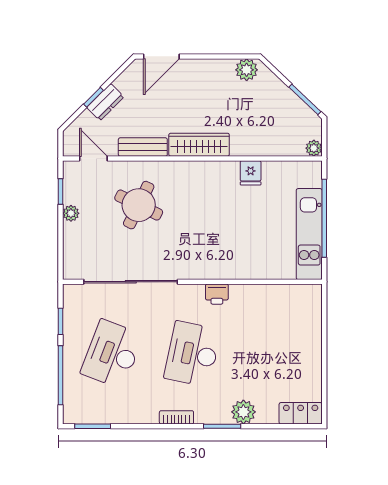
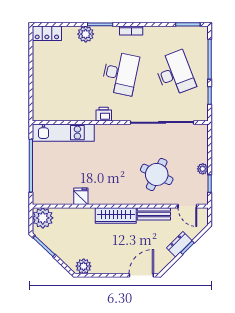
plant: (314, 148) -> (43, 218), width x1.88, depth x1.88
kitchen unit: (309, 234) -> (63, 133), moved, turned 90
desk: (112, 354) -> (175, 73), turned -42

